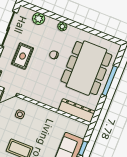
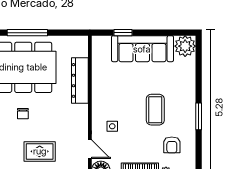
dresser: (77, 111) -> (80, 80), moved

